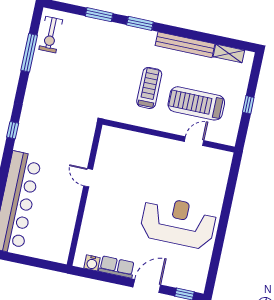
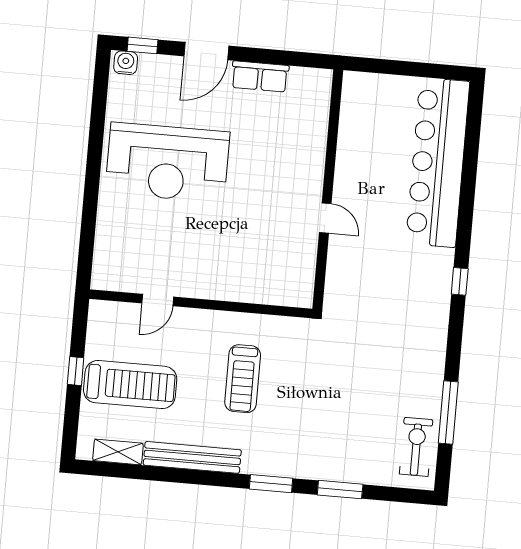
treadmill: (196, 103) -> (130, 385), moved
water cooler: (92, 263) -> (126, 63), moved

